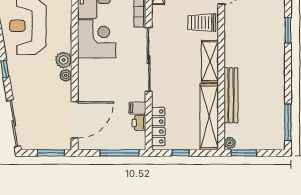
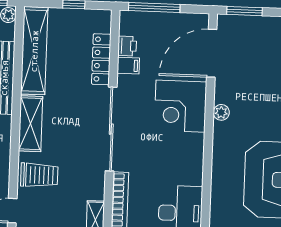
corner desk: (97, 39) -> (180, 106), moved
plant: (64, 60) -> (223, 133), removed
locker: (158, 127) -> (101, 59), moved

